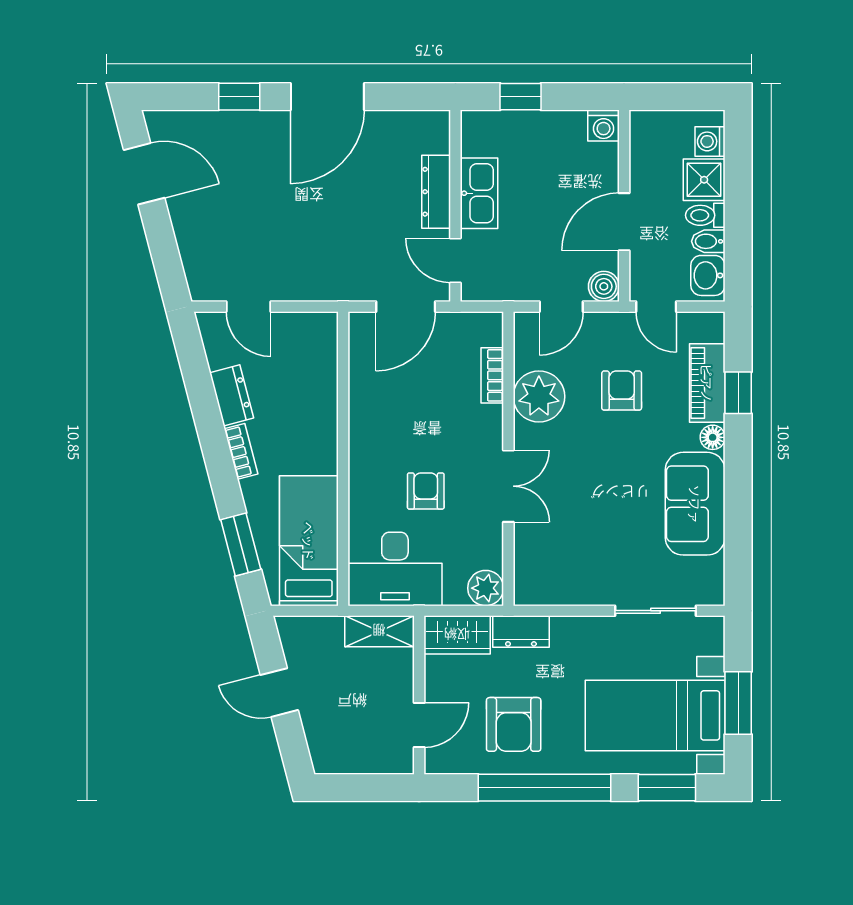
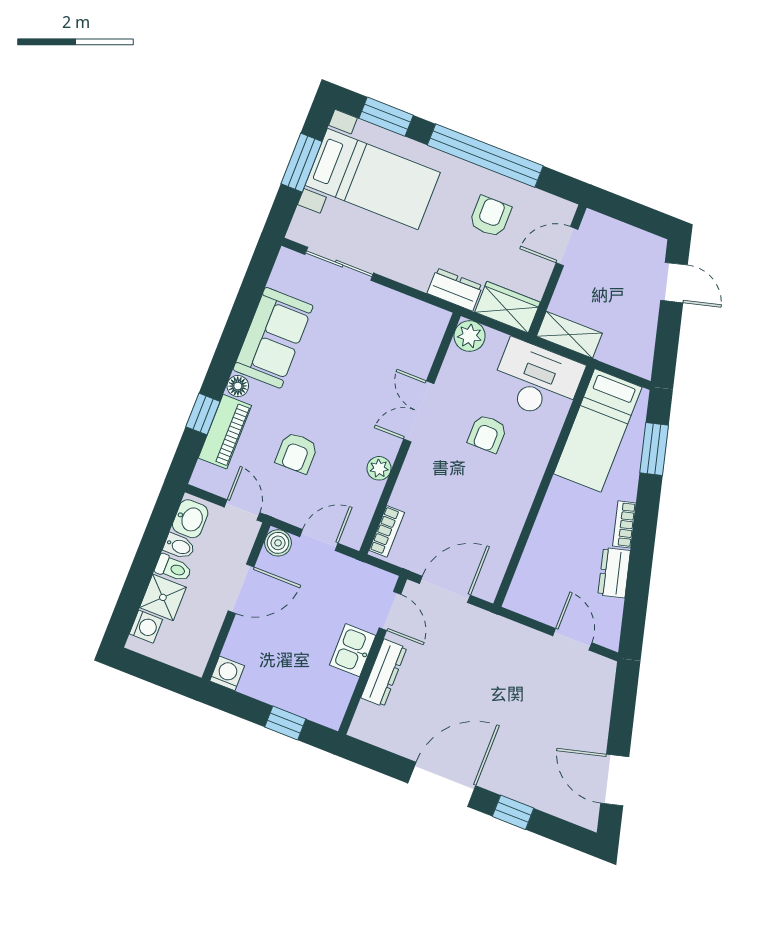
kitchen sink: (479, 193) -> (353, 650), width x0.73
bookcase: (492, 375) -> (387, 531), moved
plant: (539, 396) -> (379, 468), width x0.53, depth x0.53
door: (279, 693) -> (674, 283), moved
armchair: (514, 724) -> (490, 217), width x0.72, depth x0.72

